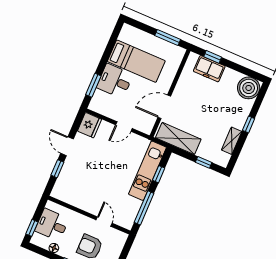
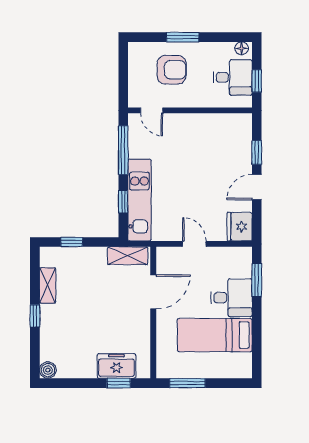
boiler: (249, 88) -> (48, 370), width x0.54, depth x0.54
door: (124, 127) -> (194, 244), hinge flipped
shelving: (178, 138) -> (128, 256), width x0.67, depth x0.75
door: (67, 146) -> (257, 187), swing flipped
door: (104, 222) -> (152, 110), moved
window: (32, 228) -> (257, 81), moved
floor lamp: (54, 248) -> (242, 48), moved

